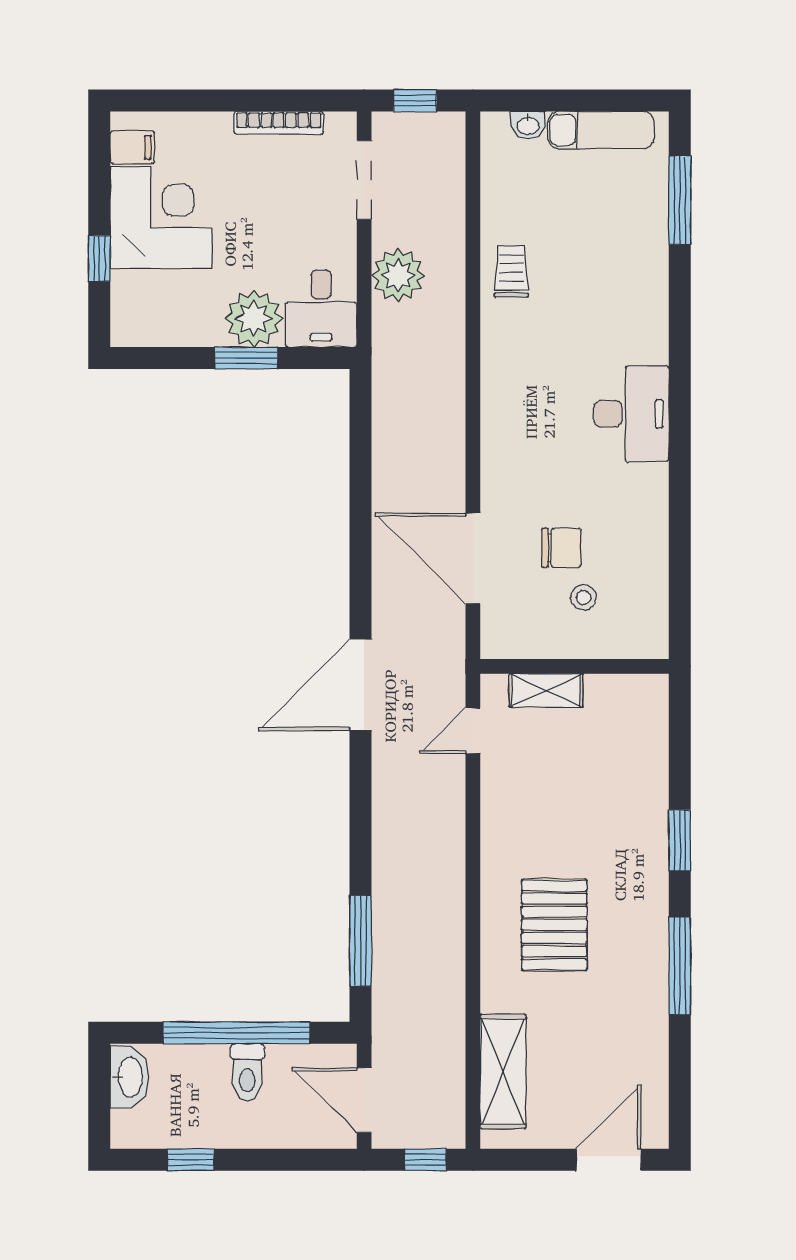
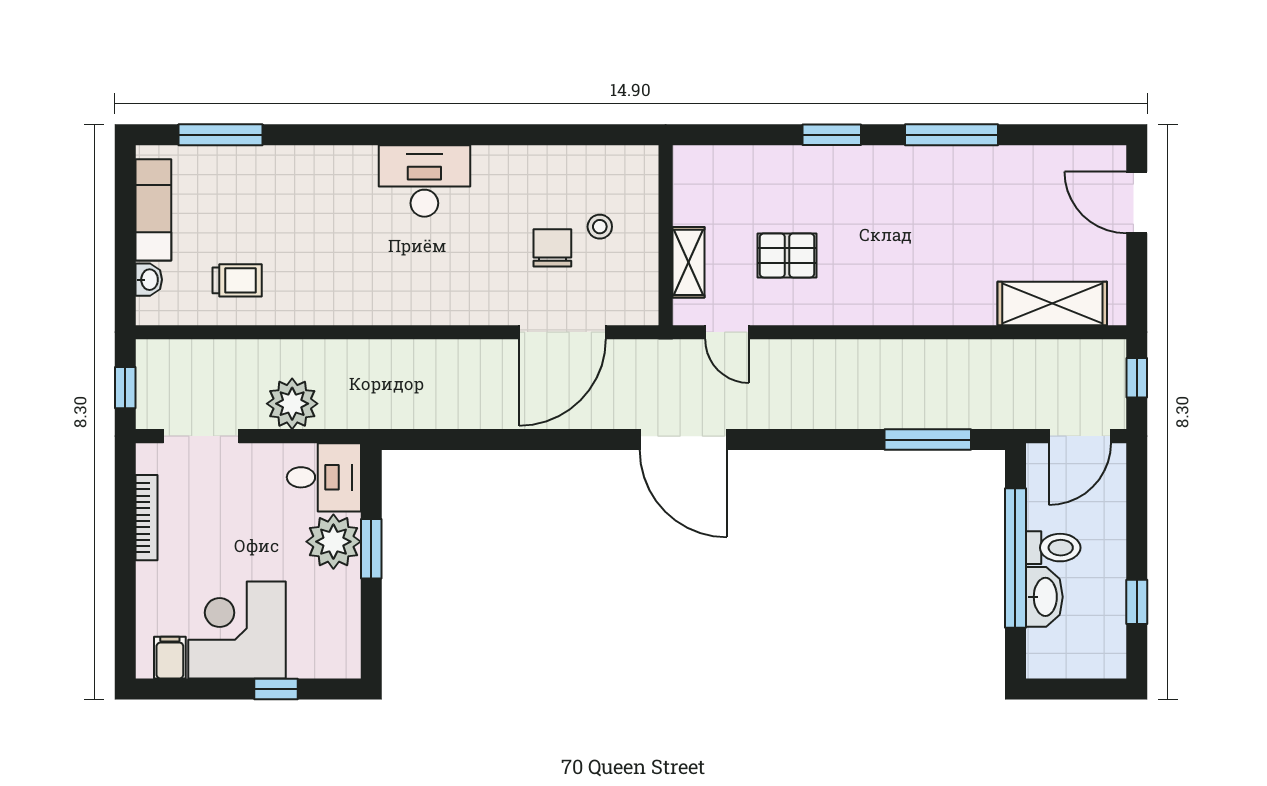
trolley: (511, 272) -> (237, 280), moved, turned 180
pallet: (554, 925) -> (787, 255), moved, width x0.67, depth x0.71
washbasin: (129, 1077) -> (1044, 597), moved, turned 90

